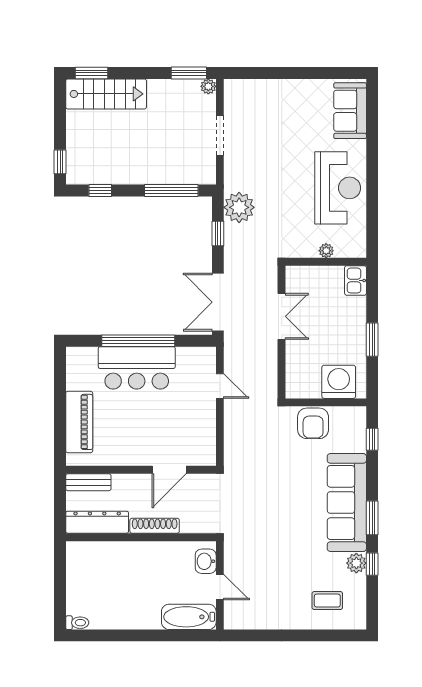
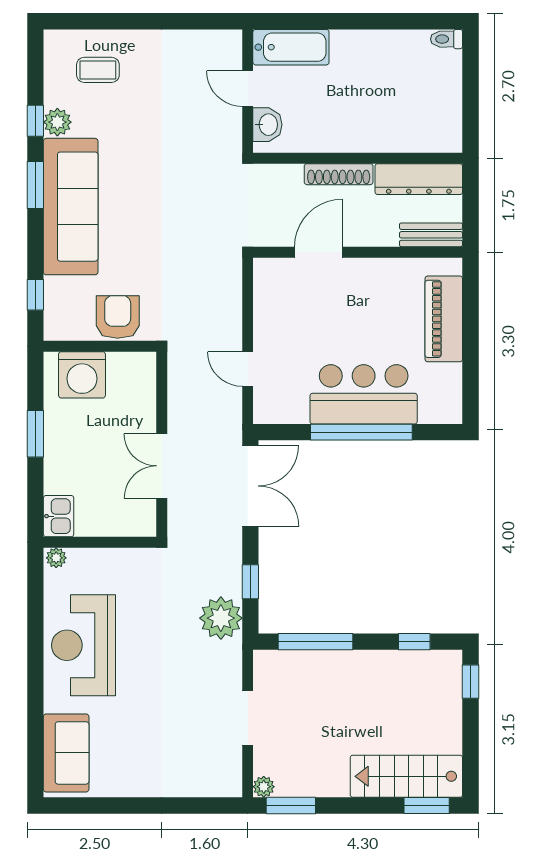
plant: (326, 251) -> (56, 558), moved

